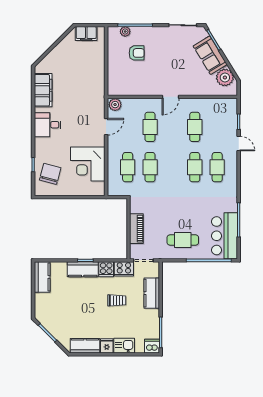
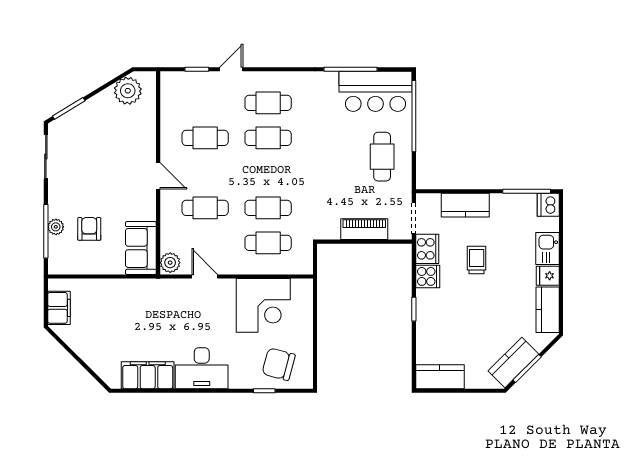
plant: (125, 31) -> (56, 227), moved
sofa: (210, 55) -> (141, 248), moved, turned 121
desk: (48, 125) -> (202, 368), width x1.37
kitchen counter: (83, 269) -> (513, 363), moved, turned -135

